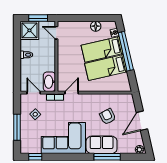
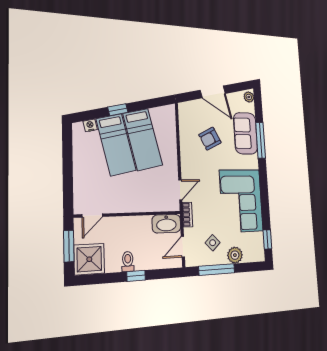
floor lamp: (96, 26) -> (81, 154), removed
window: (126, 51) -> (118, 110), width x0.32
window: (17, 60) -> (136, 276), added
door: (72, 93) -> (180, 190), swing flipped
window: (17, 127) -> (217, 270), moved
plant: (26, 131) -> (235, 255), added
sofa: (102, 145) -> (245, 133), moved

